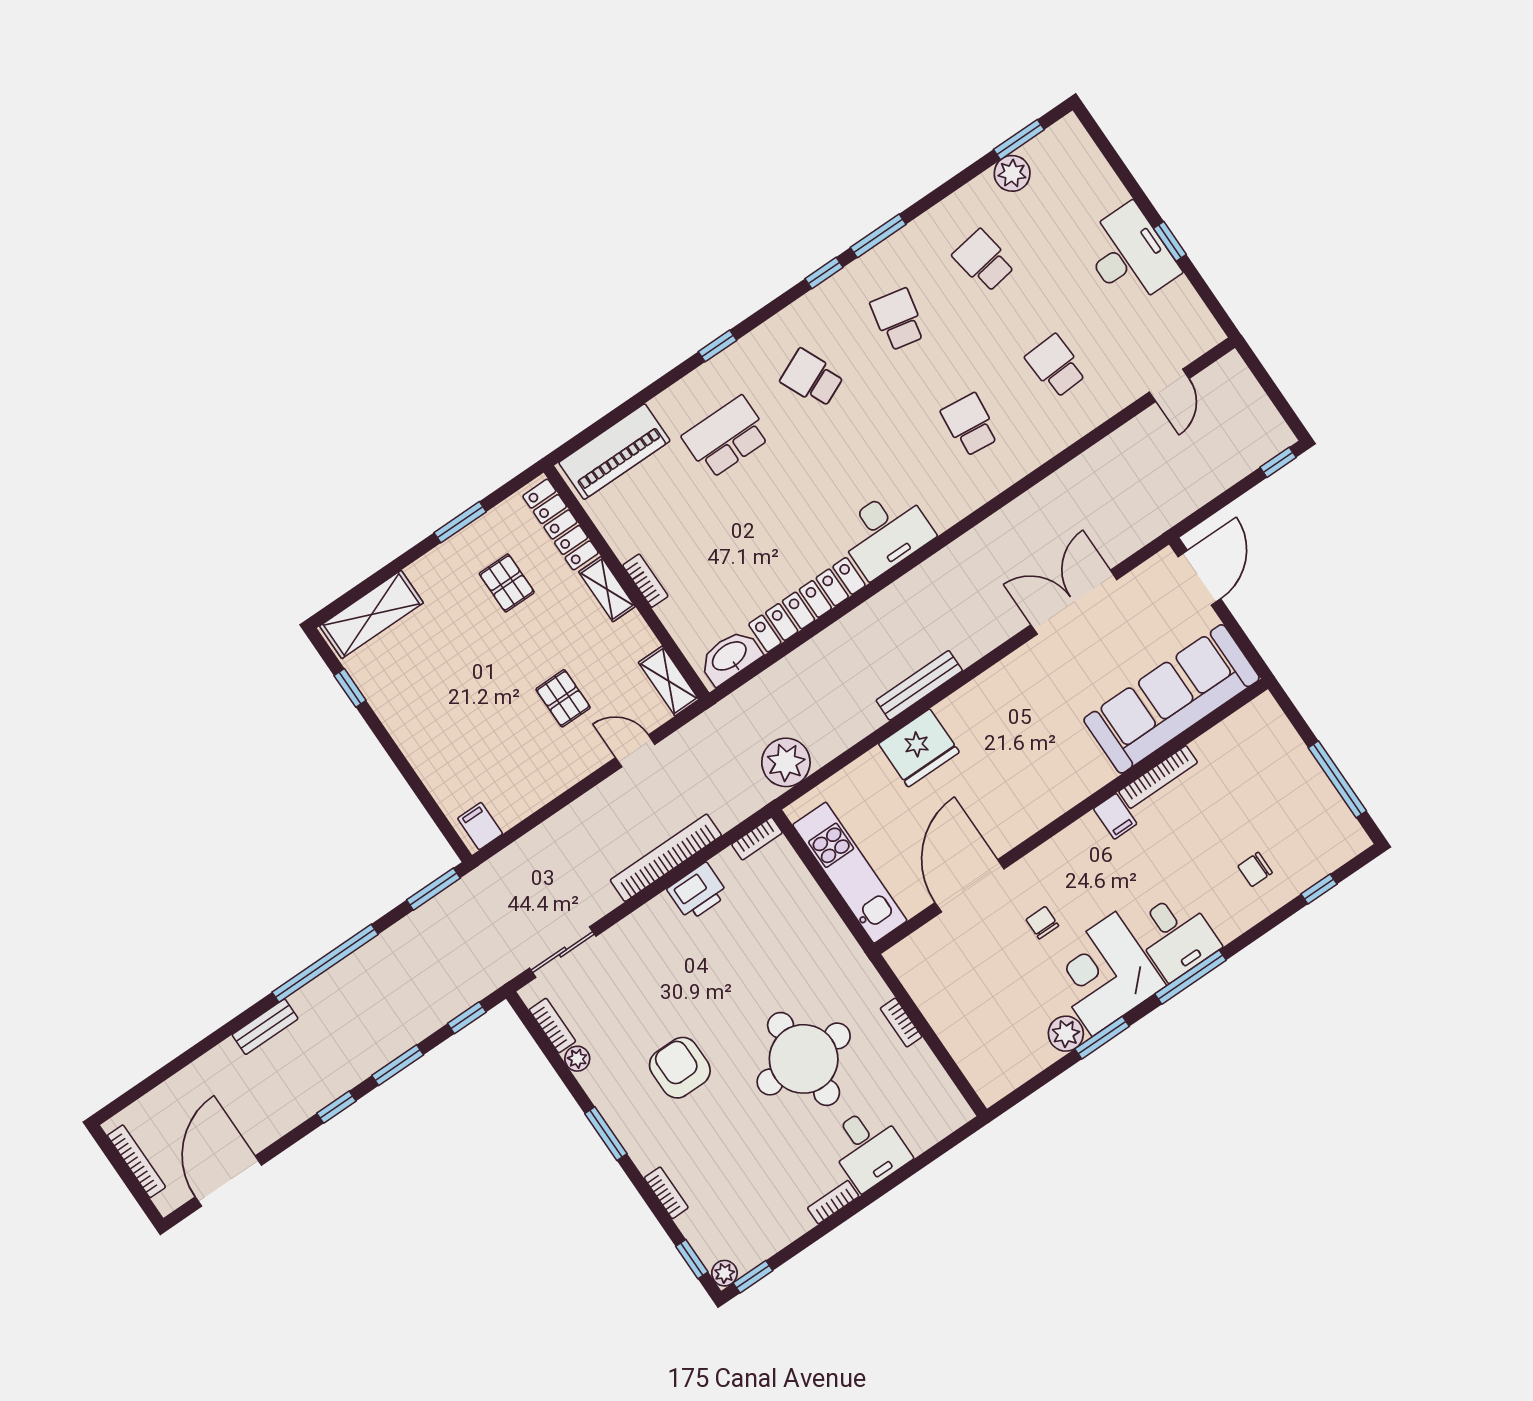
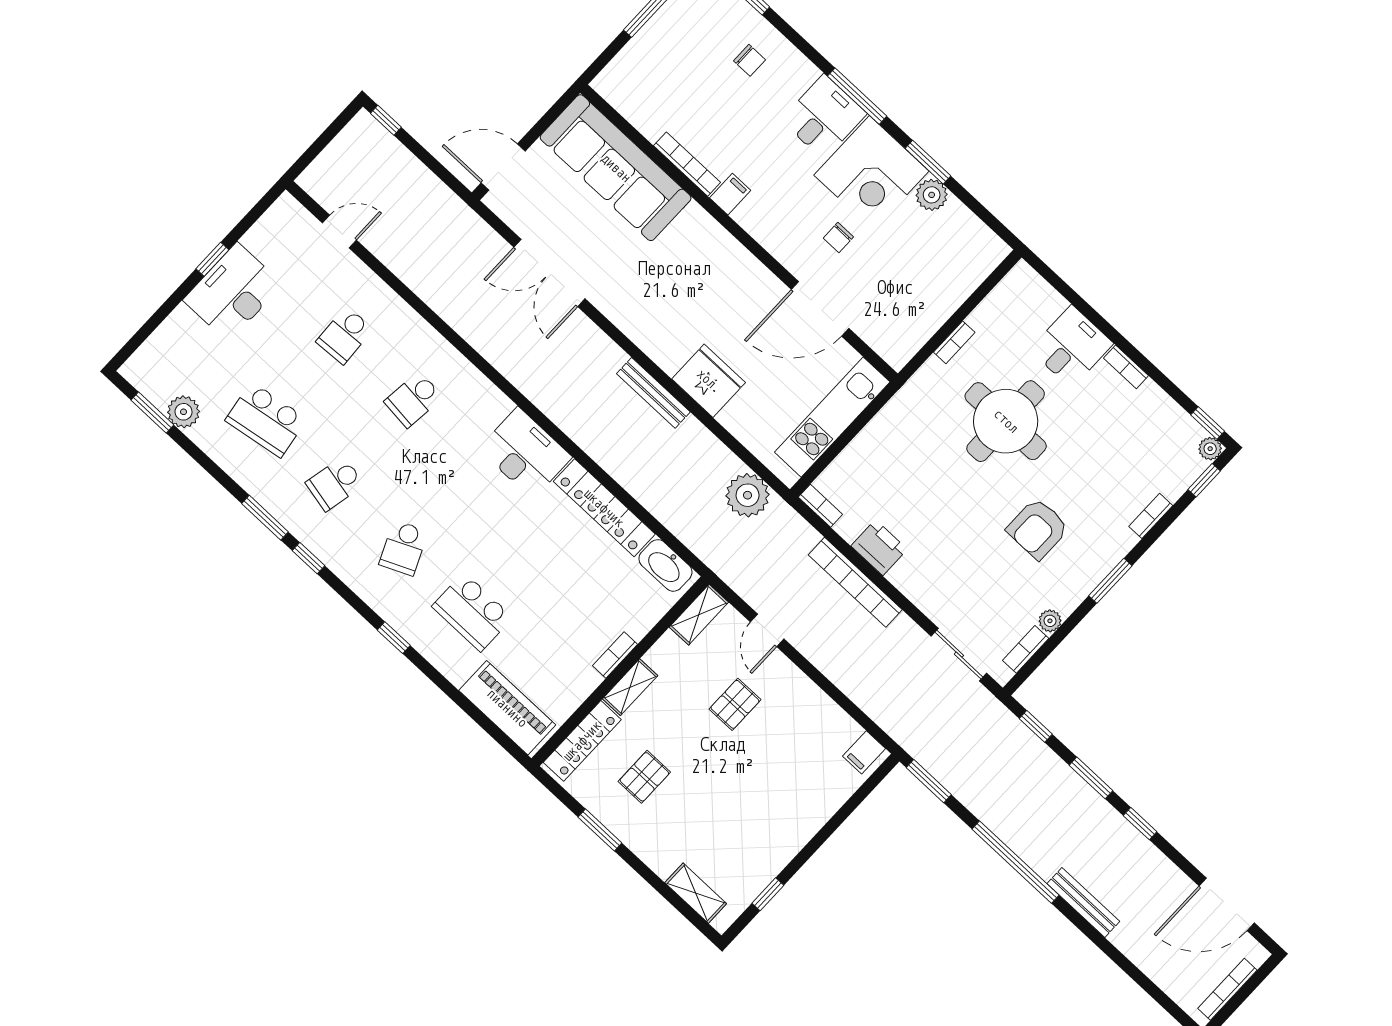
school desk: (984, 261) -> (266, 420), width x1.85
shelving: (371, 614) -> (696, 893), width x0.67, depth x0.75
bench: (265, 1027) -> (1083, 902), width x1.36

